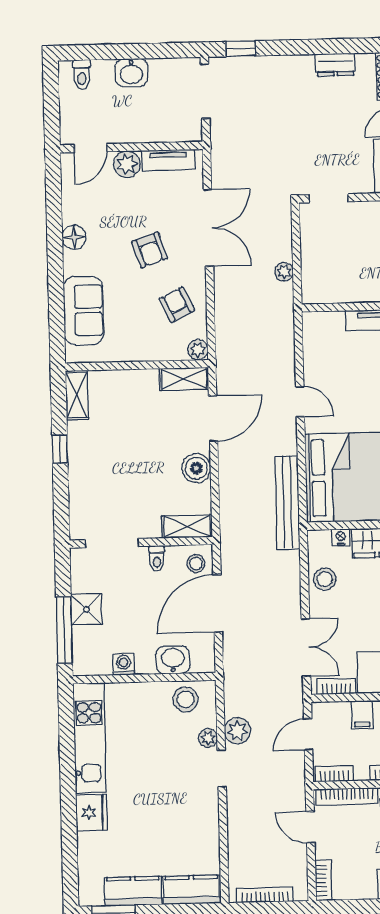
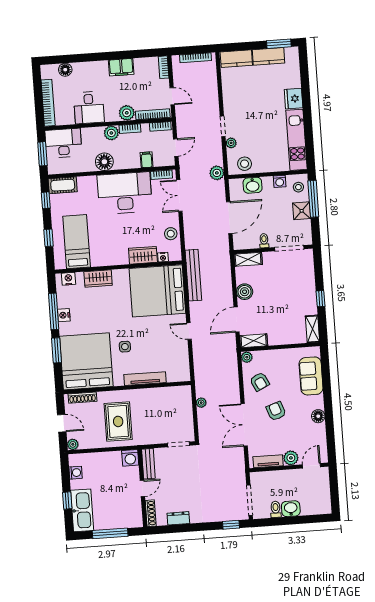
toilet: (82, 75) -> (276, 509), moved
stool: (196, 563) -> (298, 187), moved
plant: (237, 731) -> (217, 173), moved

